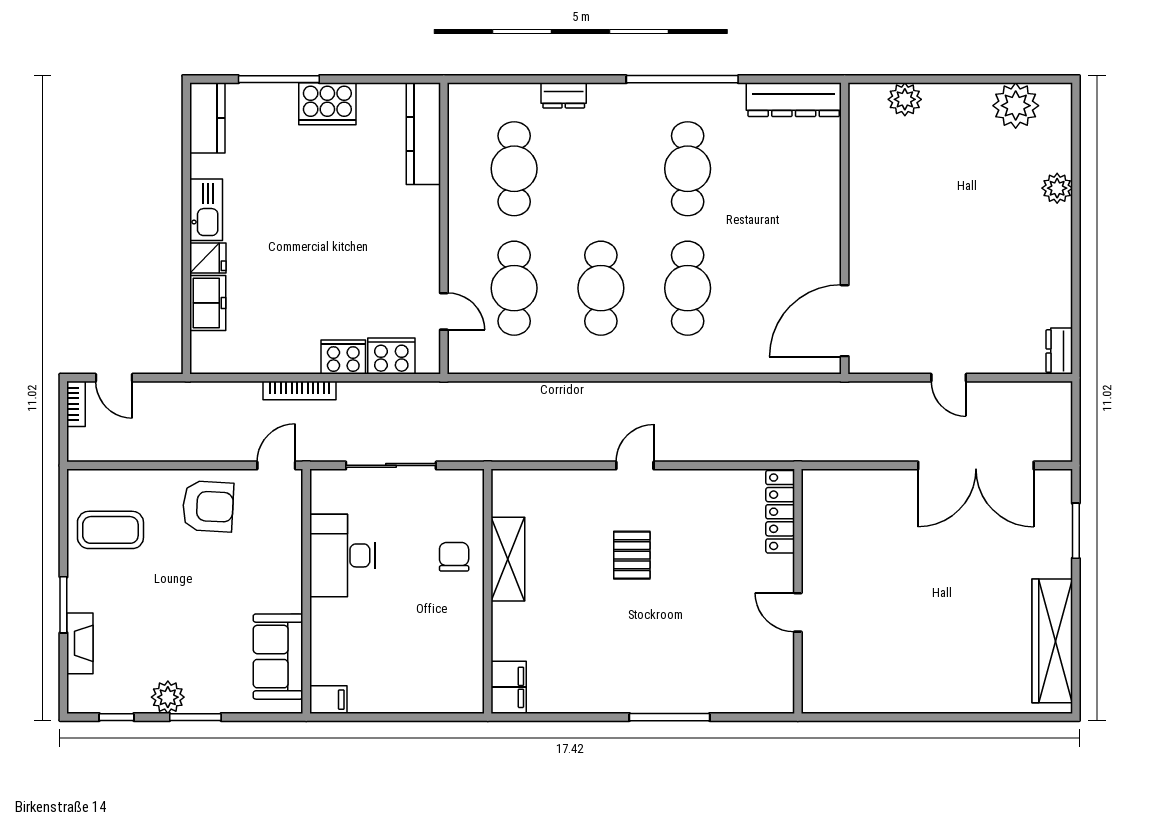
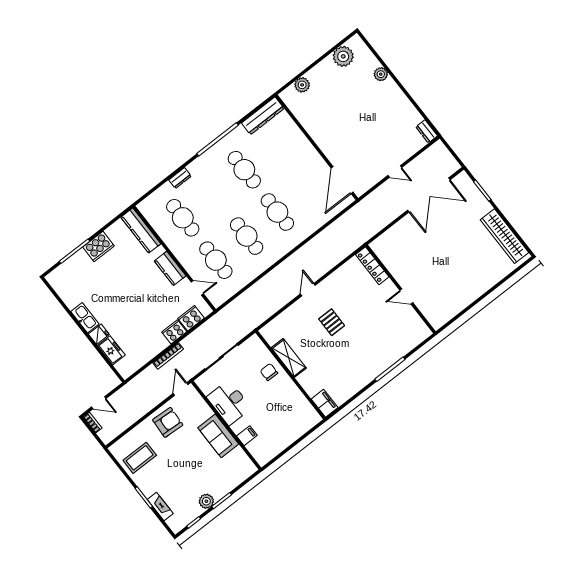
kitchen counter: (207, 118) -> (170, 268), moved, turned 180
sofa: (278, 657) -> (218, 436), moved
filing cabinet: (328, 700) -> (247, 436), moved

